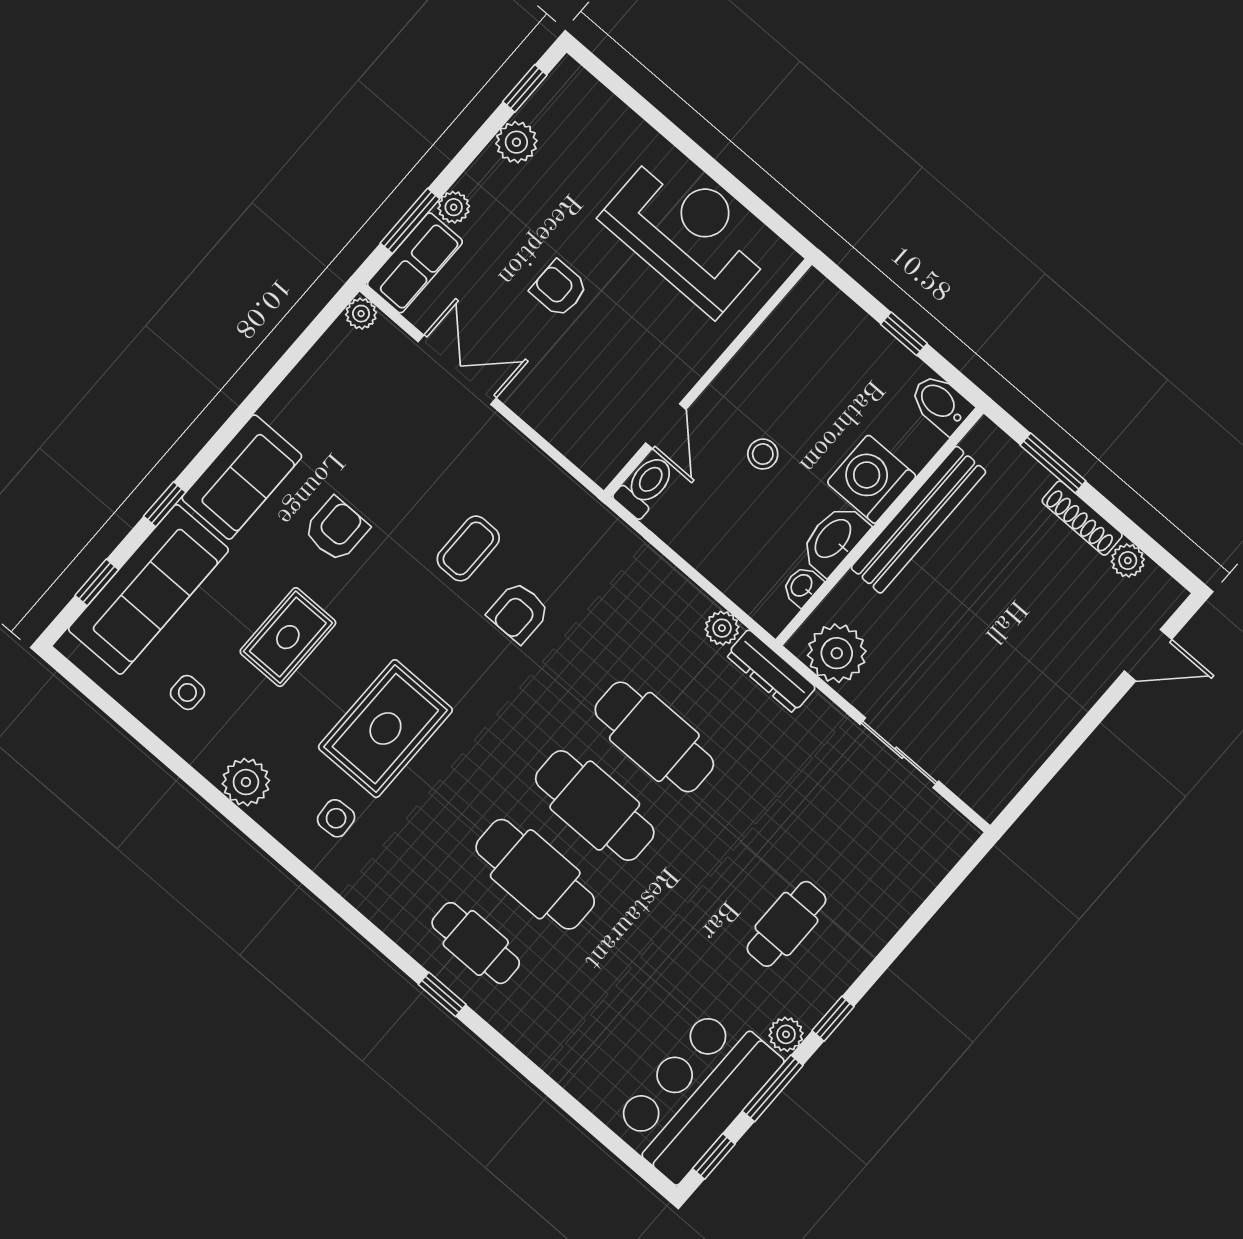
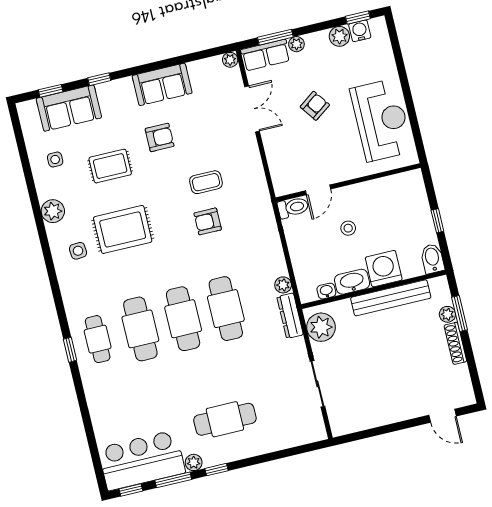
water cooler: (544, 108) -> (360, 31), added
armchair: (559, 289) -> (315, 106), turned 54
sofa: (242, 477) -> (162, 84), moved
plant: (1128, 561) -> (447, 314), moved
sofa: (148, 589) -> (69, 108), width x0.73
cafe table: (786, 924) -> (225, 419), width x1.37, depth x1.35

